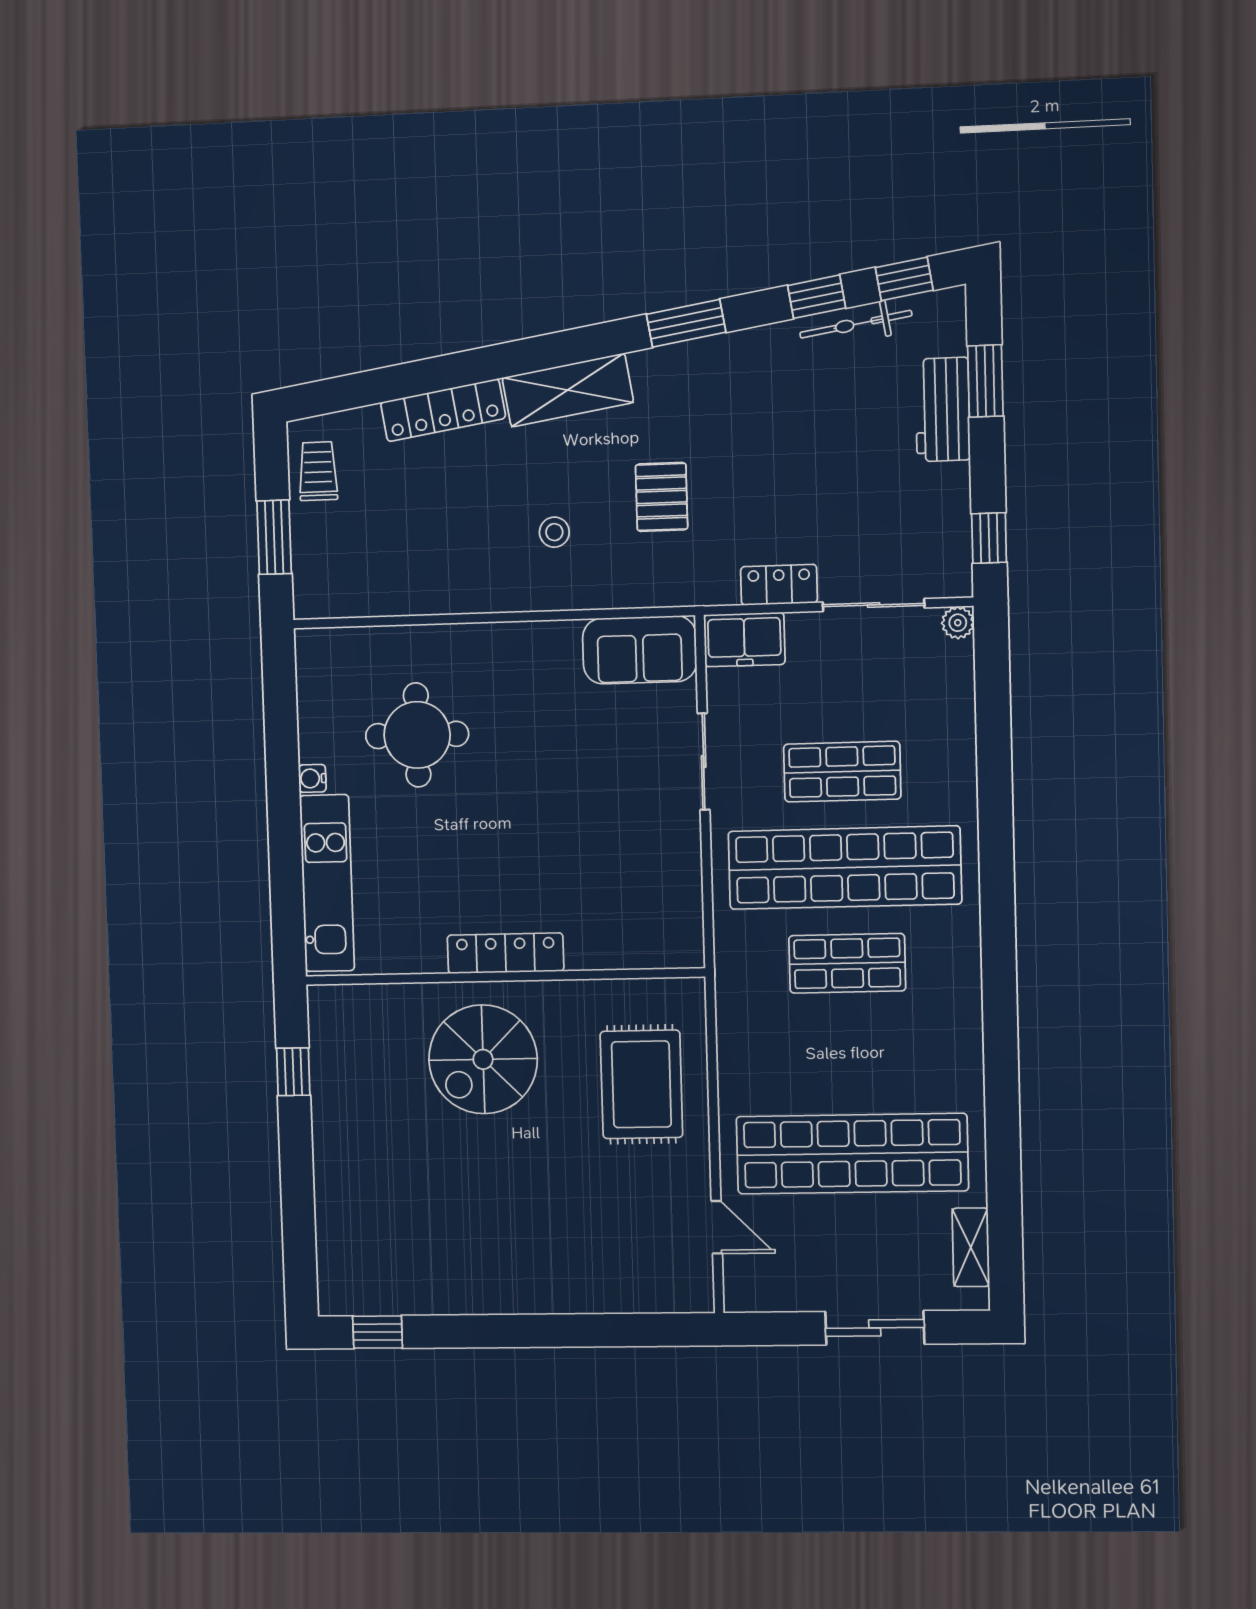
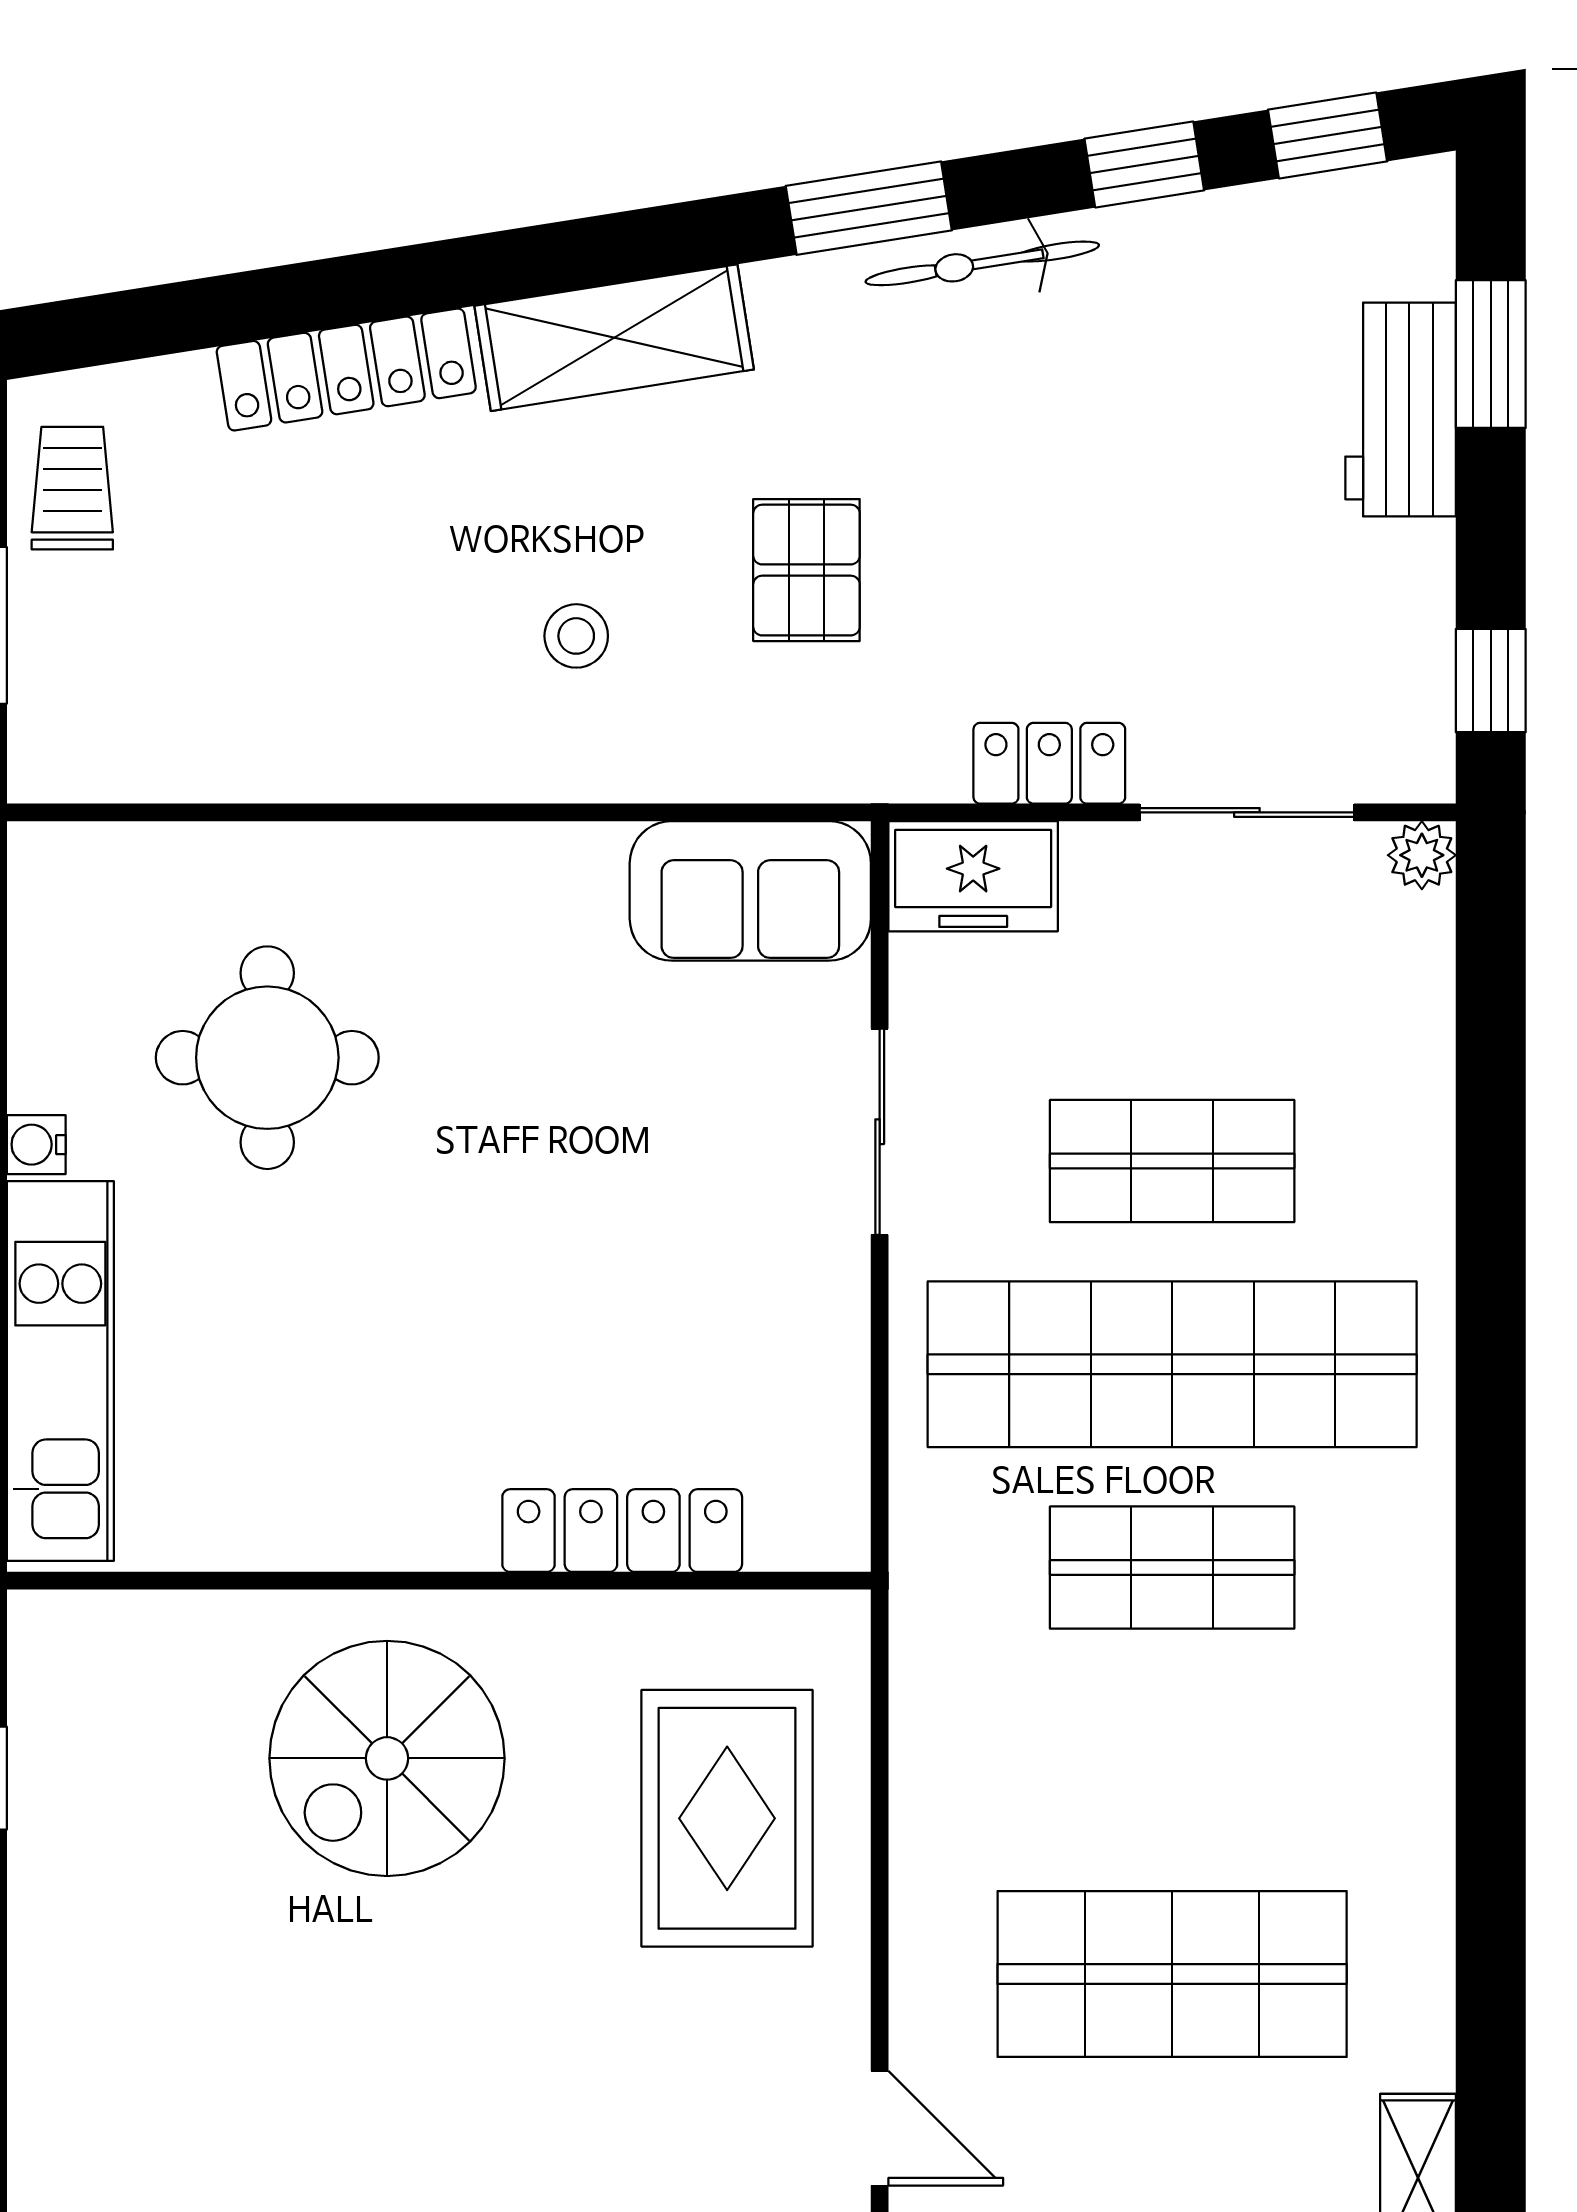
bicycle: (856, 324) -> (982, 263), moved
locker: (505, 953) -> (622, 1531), moved
shop shelf: (852, 1154) -> (1172, 1974), width x0.71

